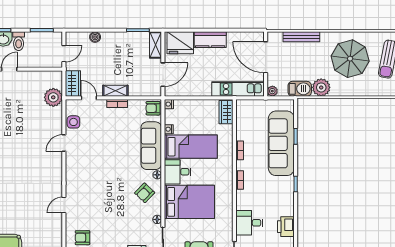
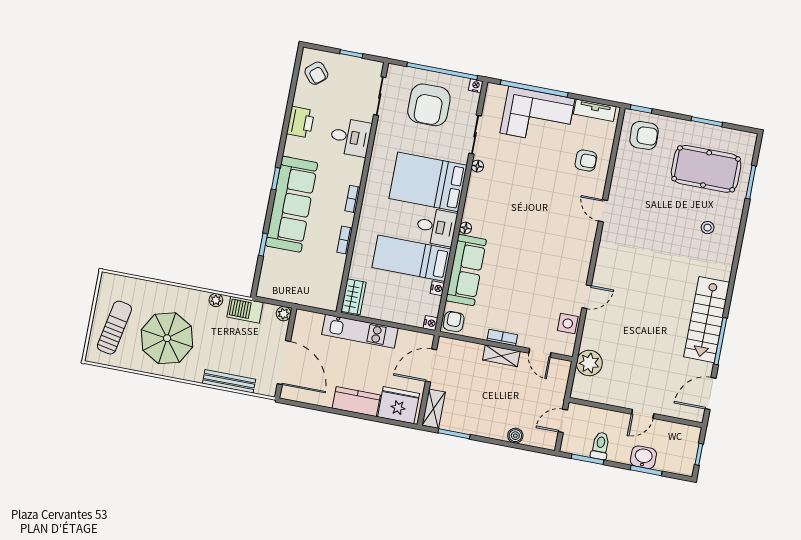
toilet: (19, 41) -> (600, 446), moved
wardrobe: (73, 84) -> (558, 377), removed
plant: (321, 87) -> (216, 300), width x0.53, depth x0.53
kitchen unit: (238, 89) -> (360, 331), moved
armchair: (153, 108) -> (454, 322), turned -90
sofa: (281, 143) -> (291, 204), moved
armchair: (145, 193) -> (488, 206), removed
door: (64, 205) -> (603, 211), swing flipped

